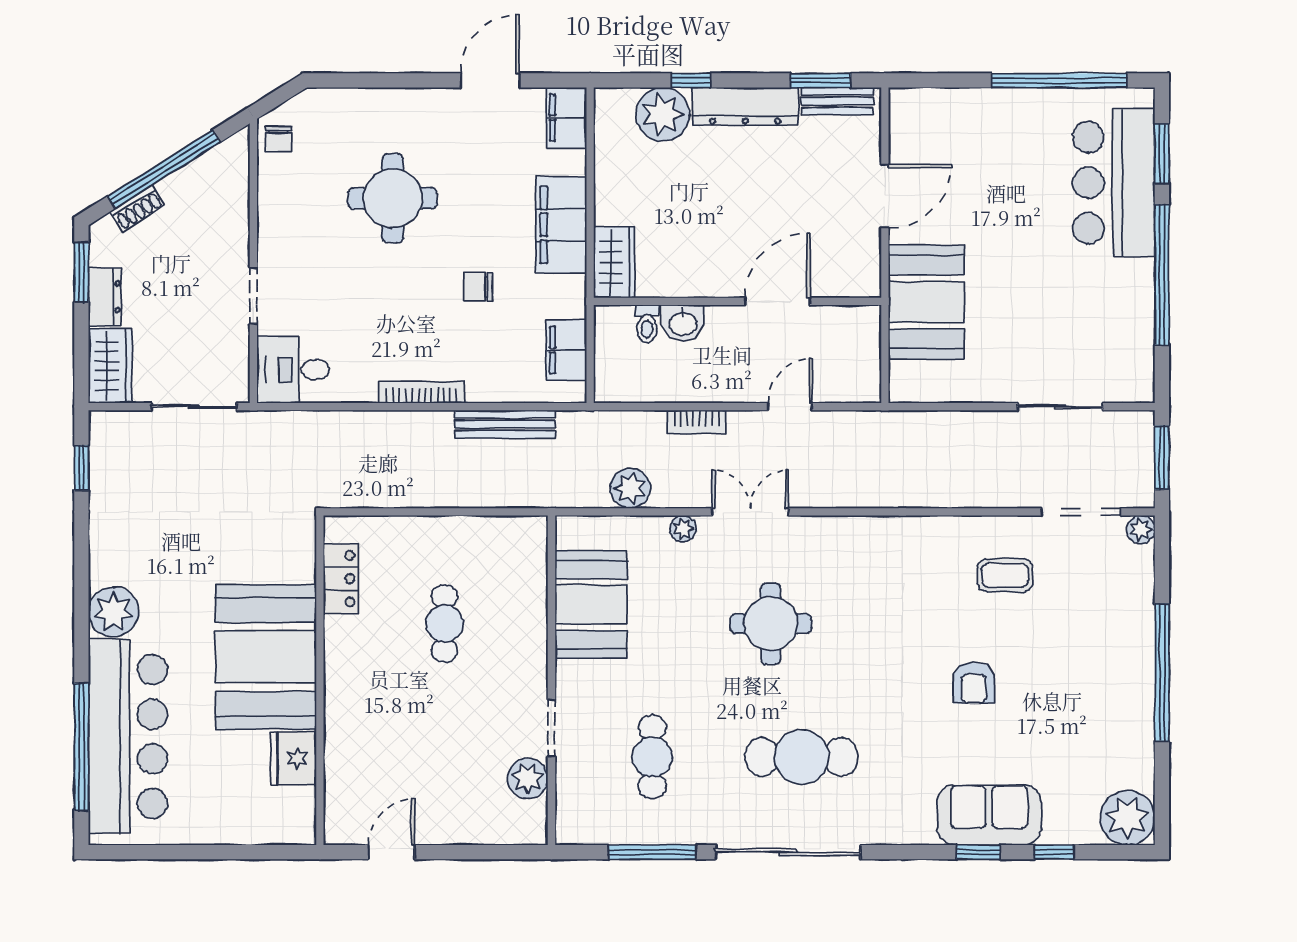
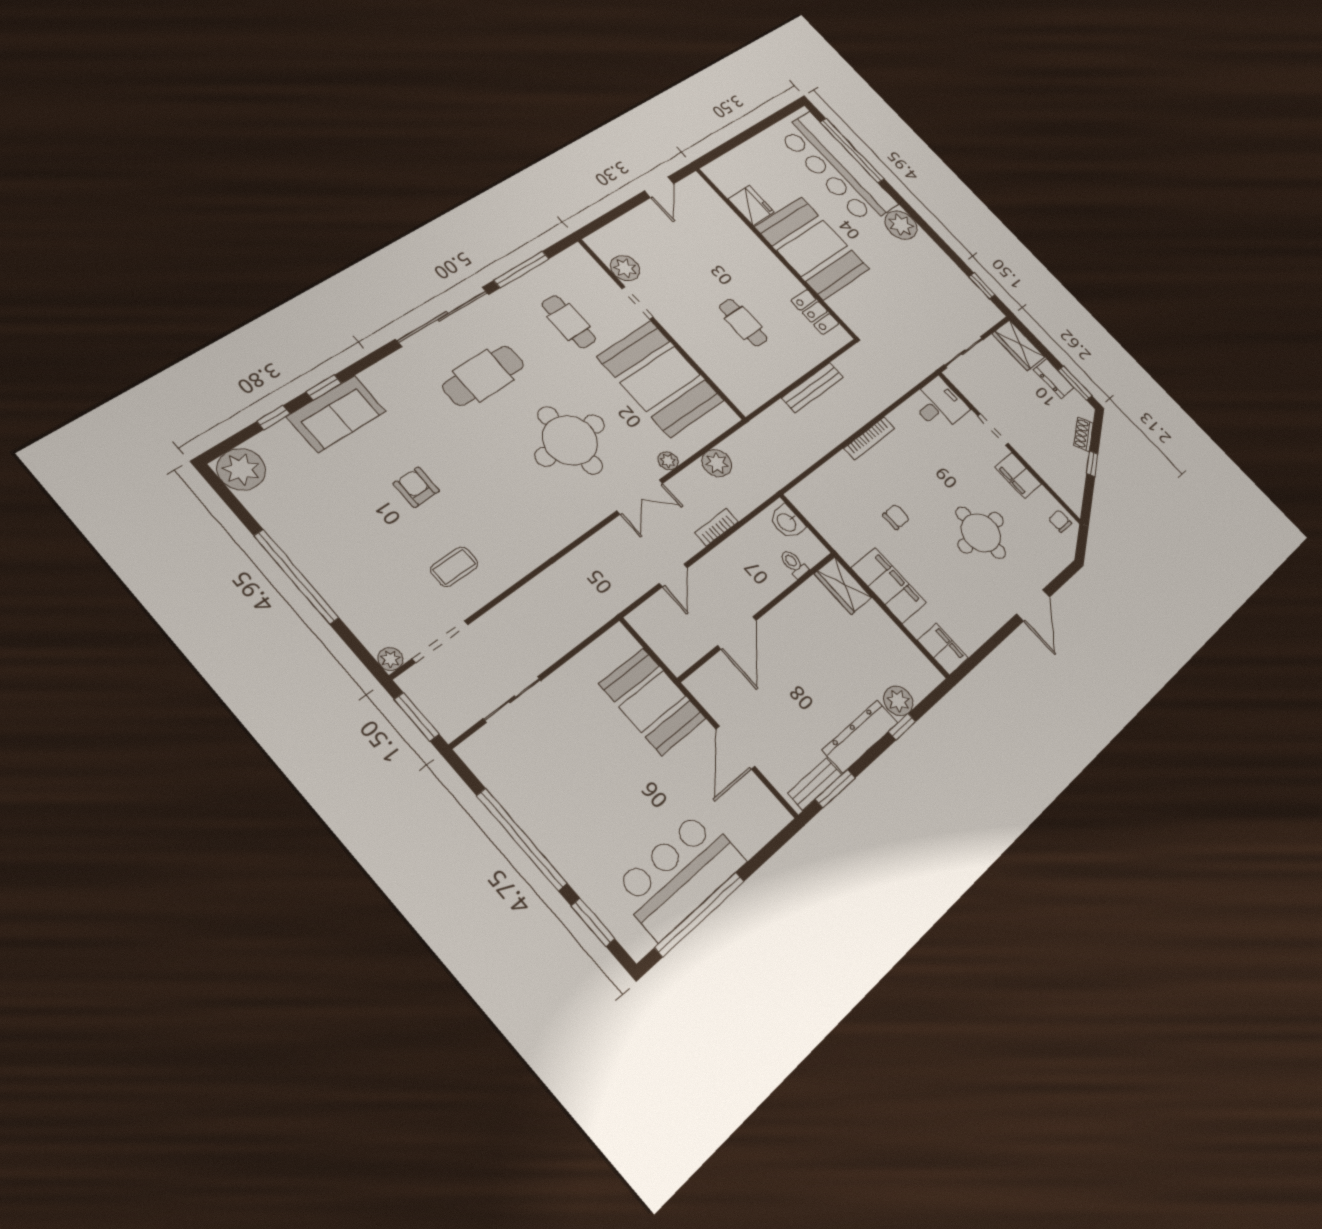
door: (490, 80) -> (1033, 605), moved
plant: (662, 114) -> (898, 701), width x0.73, depth x0.73
window: (164, 169) -> (1092, 464), width x0.32
bar counter: (1114, 183) -> (680, 874), moved, turned -90
washbasin: (683, 323) -> (787, 522), moved, turned -90
filing cabinet: (566, 350) -> (1018, 475), moved, turned 180
bench: (505, 424) -> (813, 388), moved
booth: (591, 604) -> (660, 379), width x1.36, depth x1.42
round table: (771, 624) -> (570, 440), width x1.36, depth x1.36

